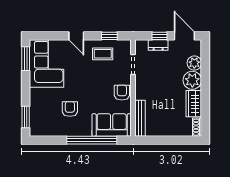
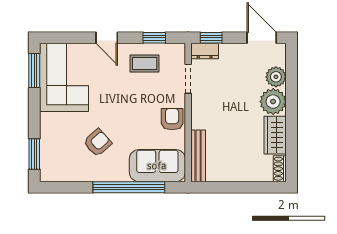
window: (160, 36) -> (211, 38), moved
dresser: (158, 45) -> (205, 51), moved
armchair: (70, 109) -> (98, 143), turned 48

